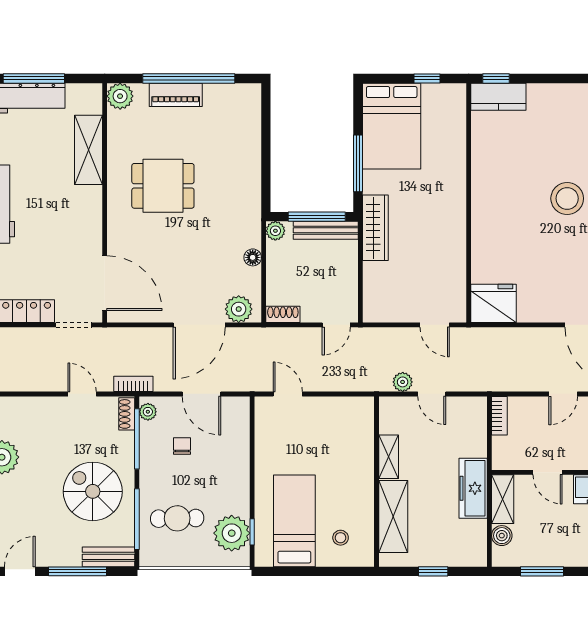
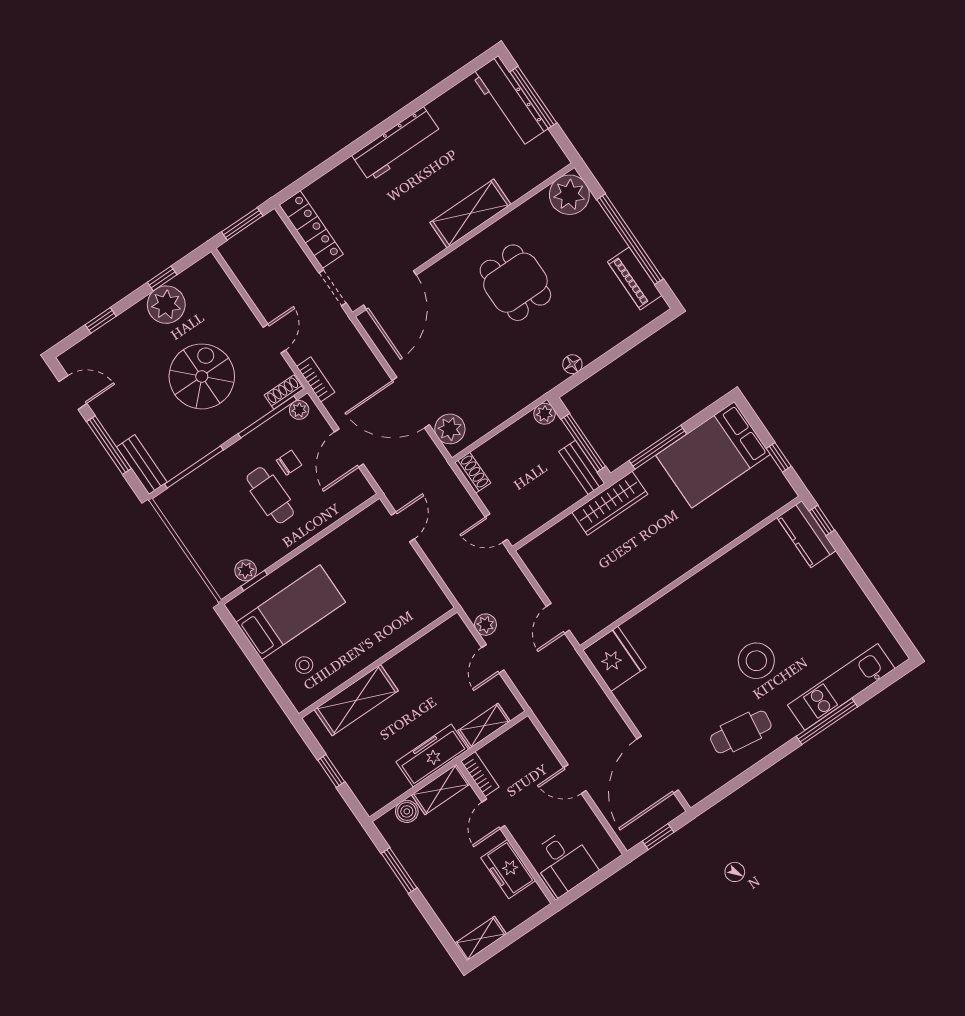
piano: (176, 95) -> (635, 279), moved
plant: (120, 96) -> (569, 195), width x1.36, depth x1.36
shelving: (88, 150) -> (470, 213), moved
bench: (326, 230) -> (582, 467), width x0.73
floor lamp: (253, 257) -> (572, 364), moved
bookcase: (499, 416) -> (480, 774), moved, turned -90
shelving: (389, 457) -> (484, 726), moved
spiral stairs: (93, 491) -> (202, 376), moved
cafe table: (177, 518) -> (270, 495), moved
plant: (232, 533) -> (246, 570), width x0.53, depth x0.53

